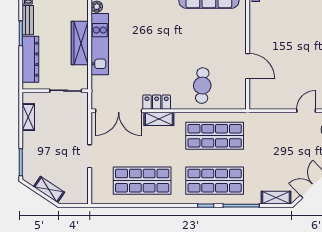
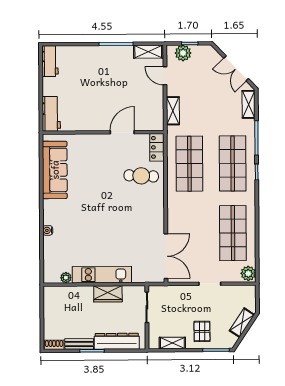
wardrobe: (80, 43) -> (108, 294), width x0.67
locker: (157, 102) -> (157, 147), moved
shelving: (159, 119) -> (173, 111), moved
pallet: (40, 148) -> (202, 331), added
plant: (100, 196) -> (248, 273), added

